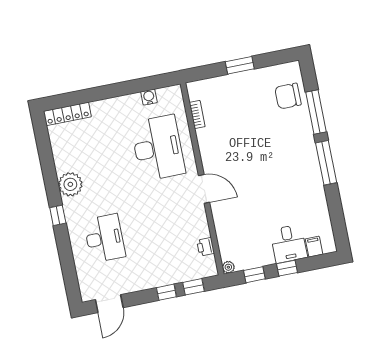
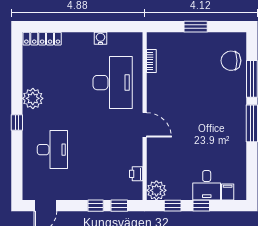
water cooler: (149, 97) -> (100, 38), moved
plant: (228, 267) -> (156, 190), width x1.87, depth x1.87

